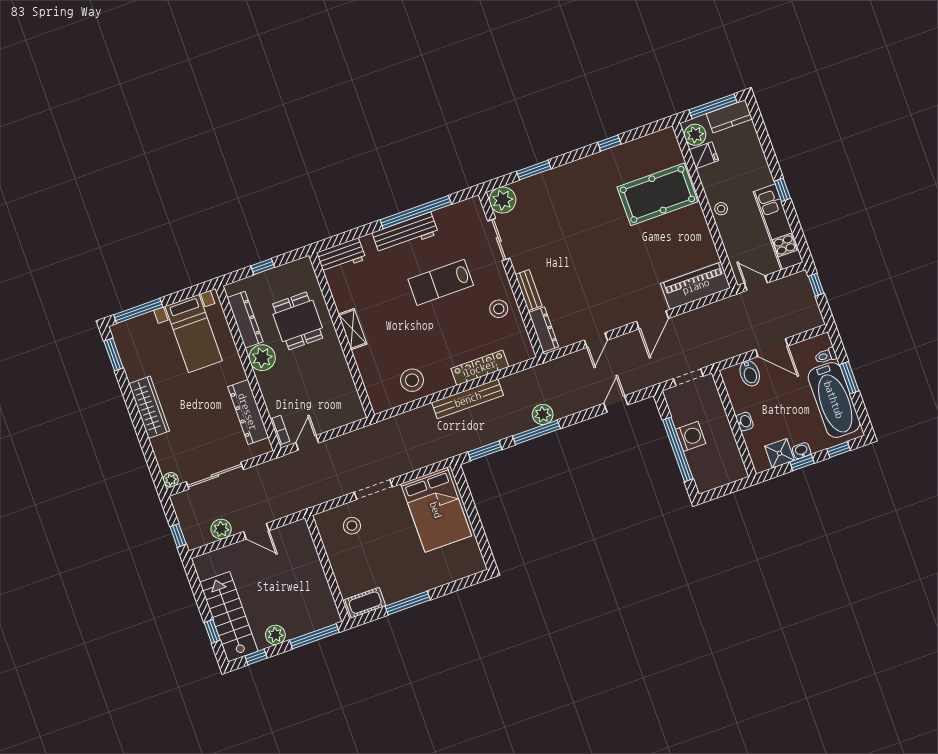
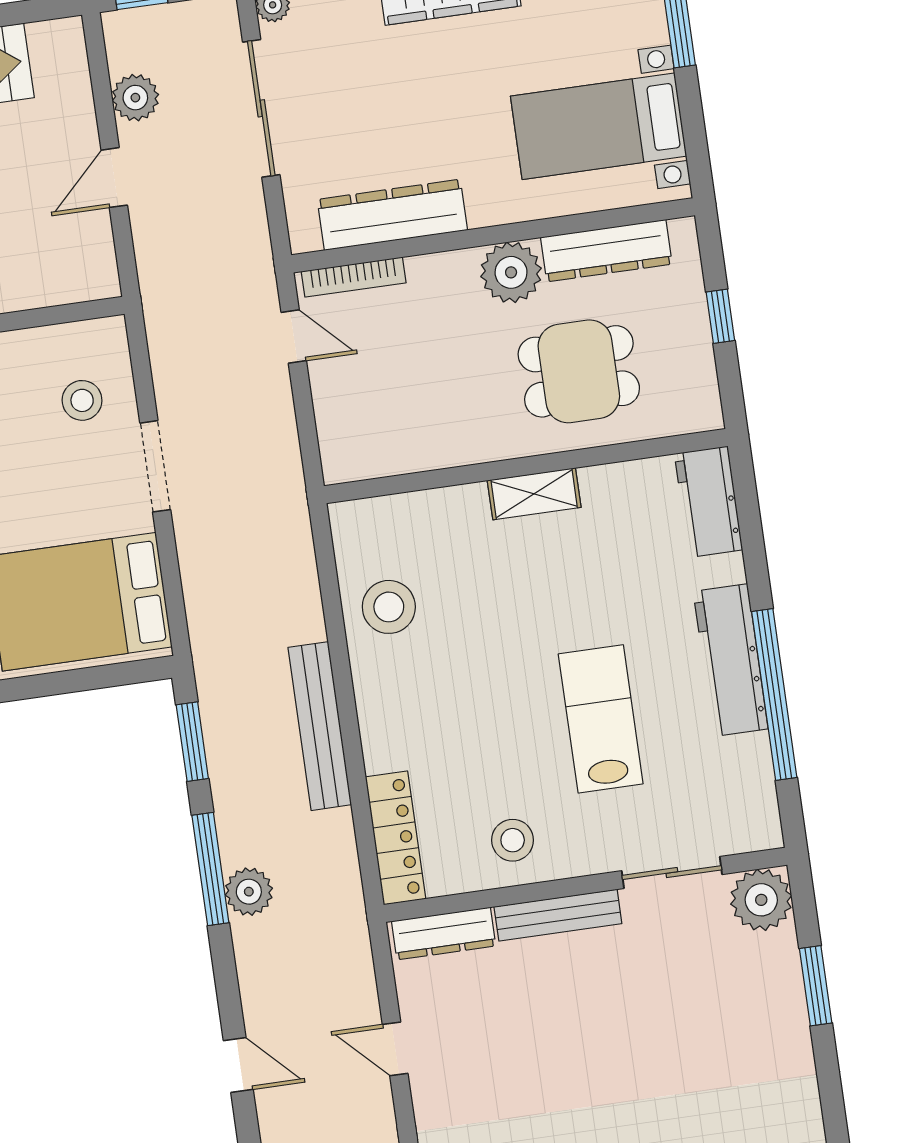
bench: (529, 290) -> (558, 915), width x1.36
locker: (480, 368) -> (395, 838), moved
bookcase: (280, 430) -> (354, 277), width x1.56

